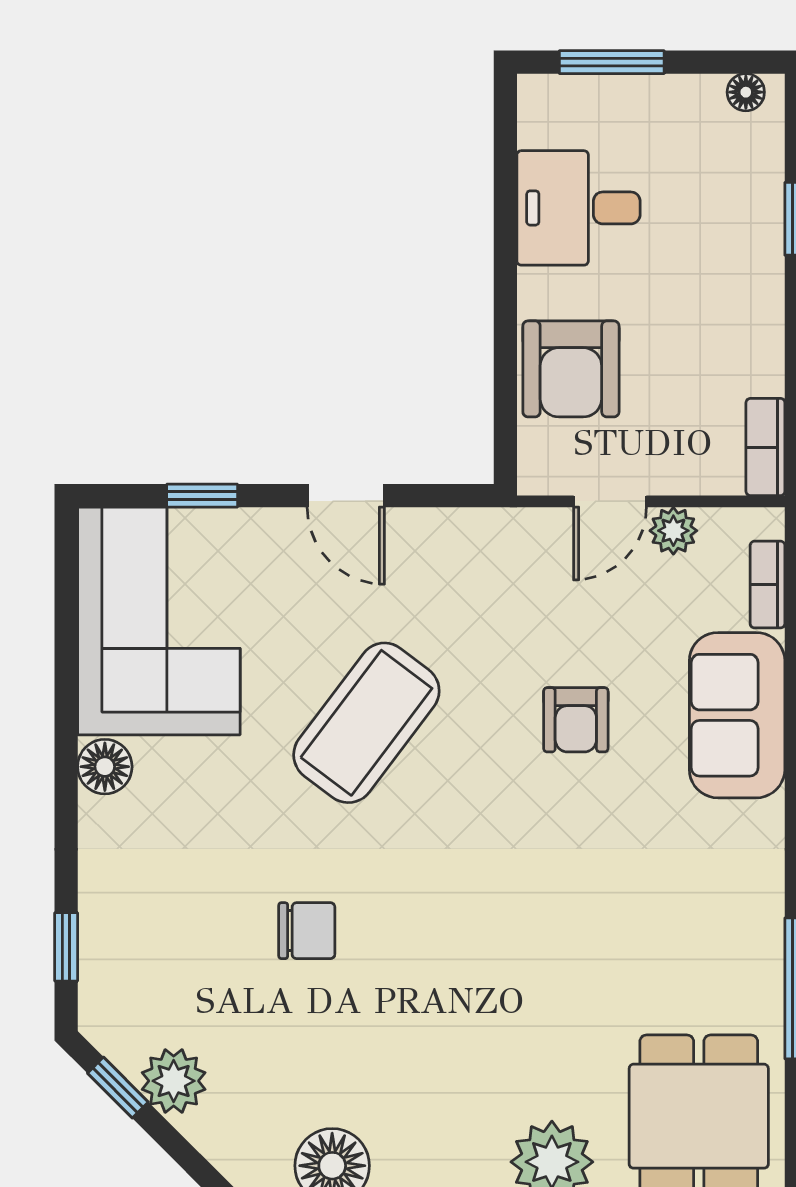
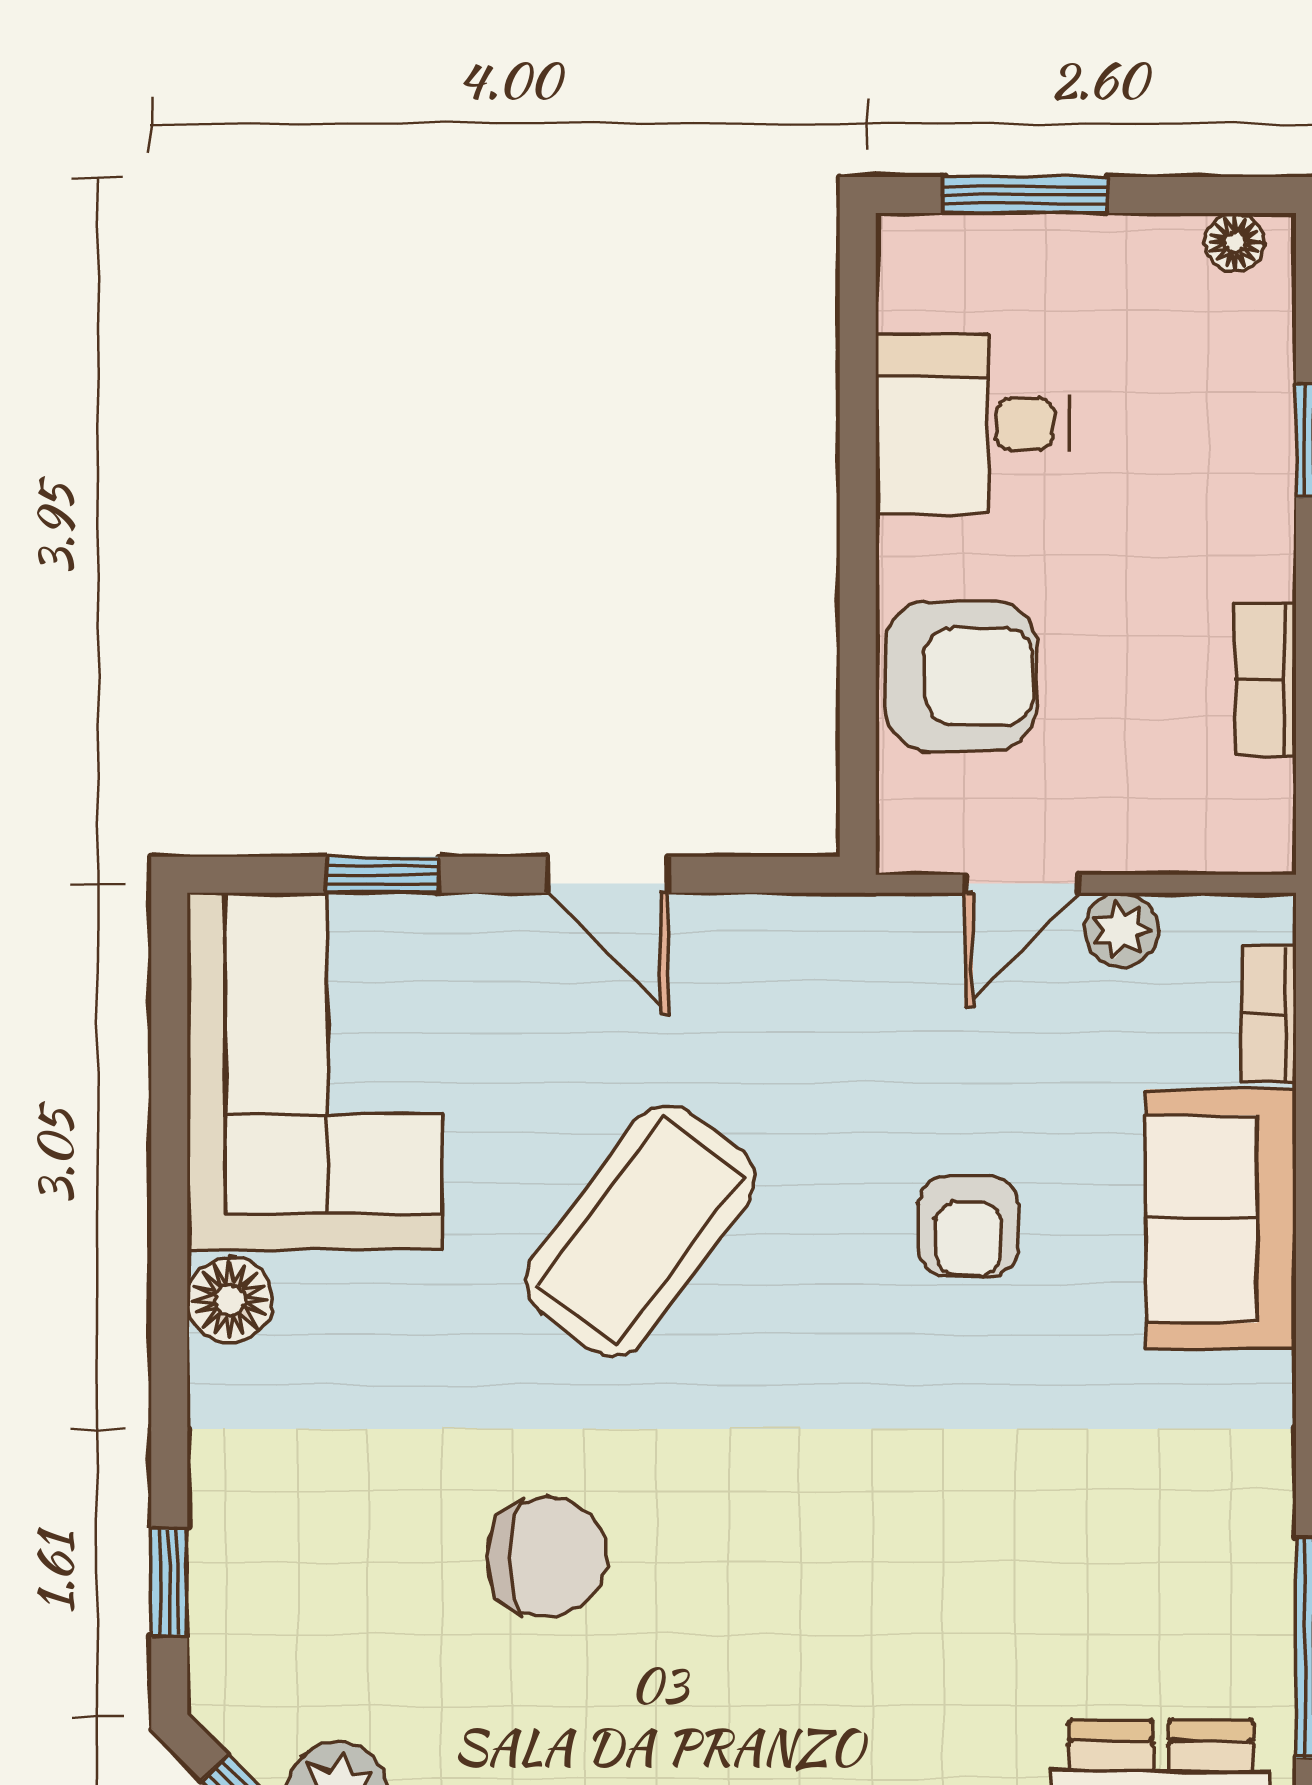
armchair: (571, 369) -> (961, 676), turned -90
bookcase: (765, 447) -> (1266, 679), moved
chair: (307, 931) -> (546, 1557), width x1.37, depth x1.37

